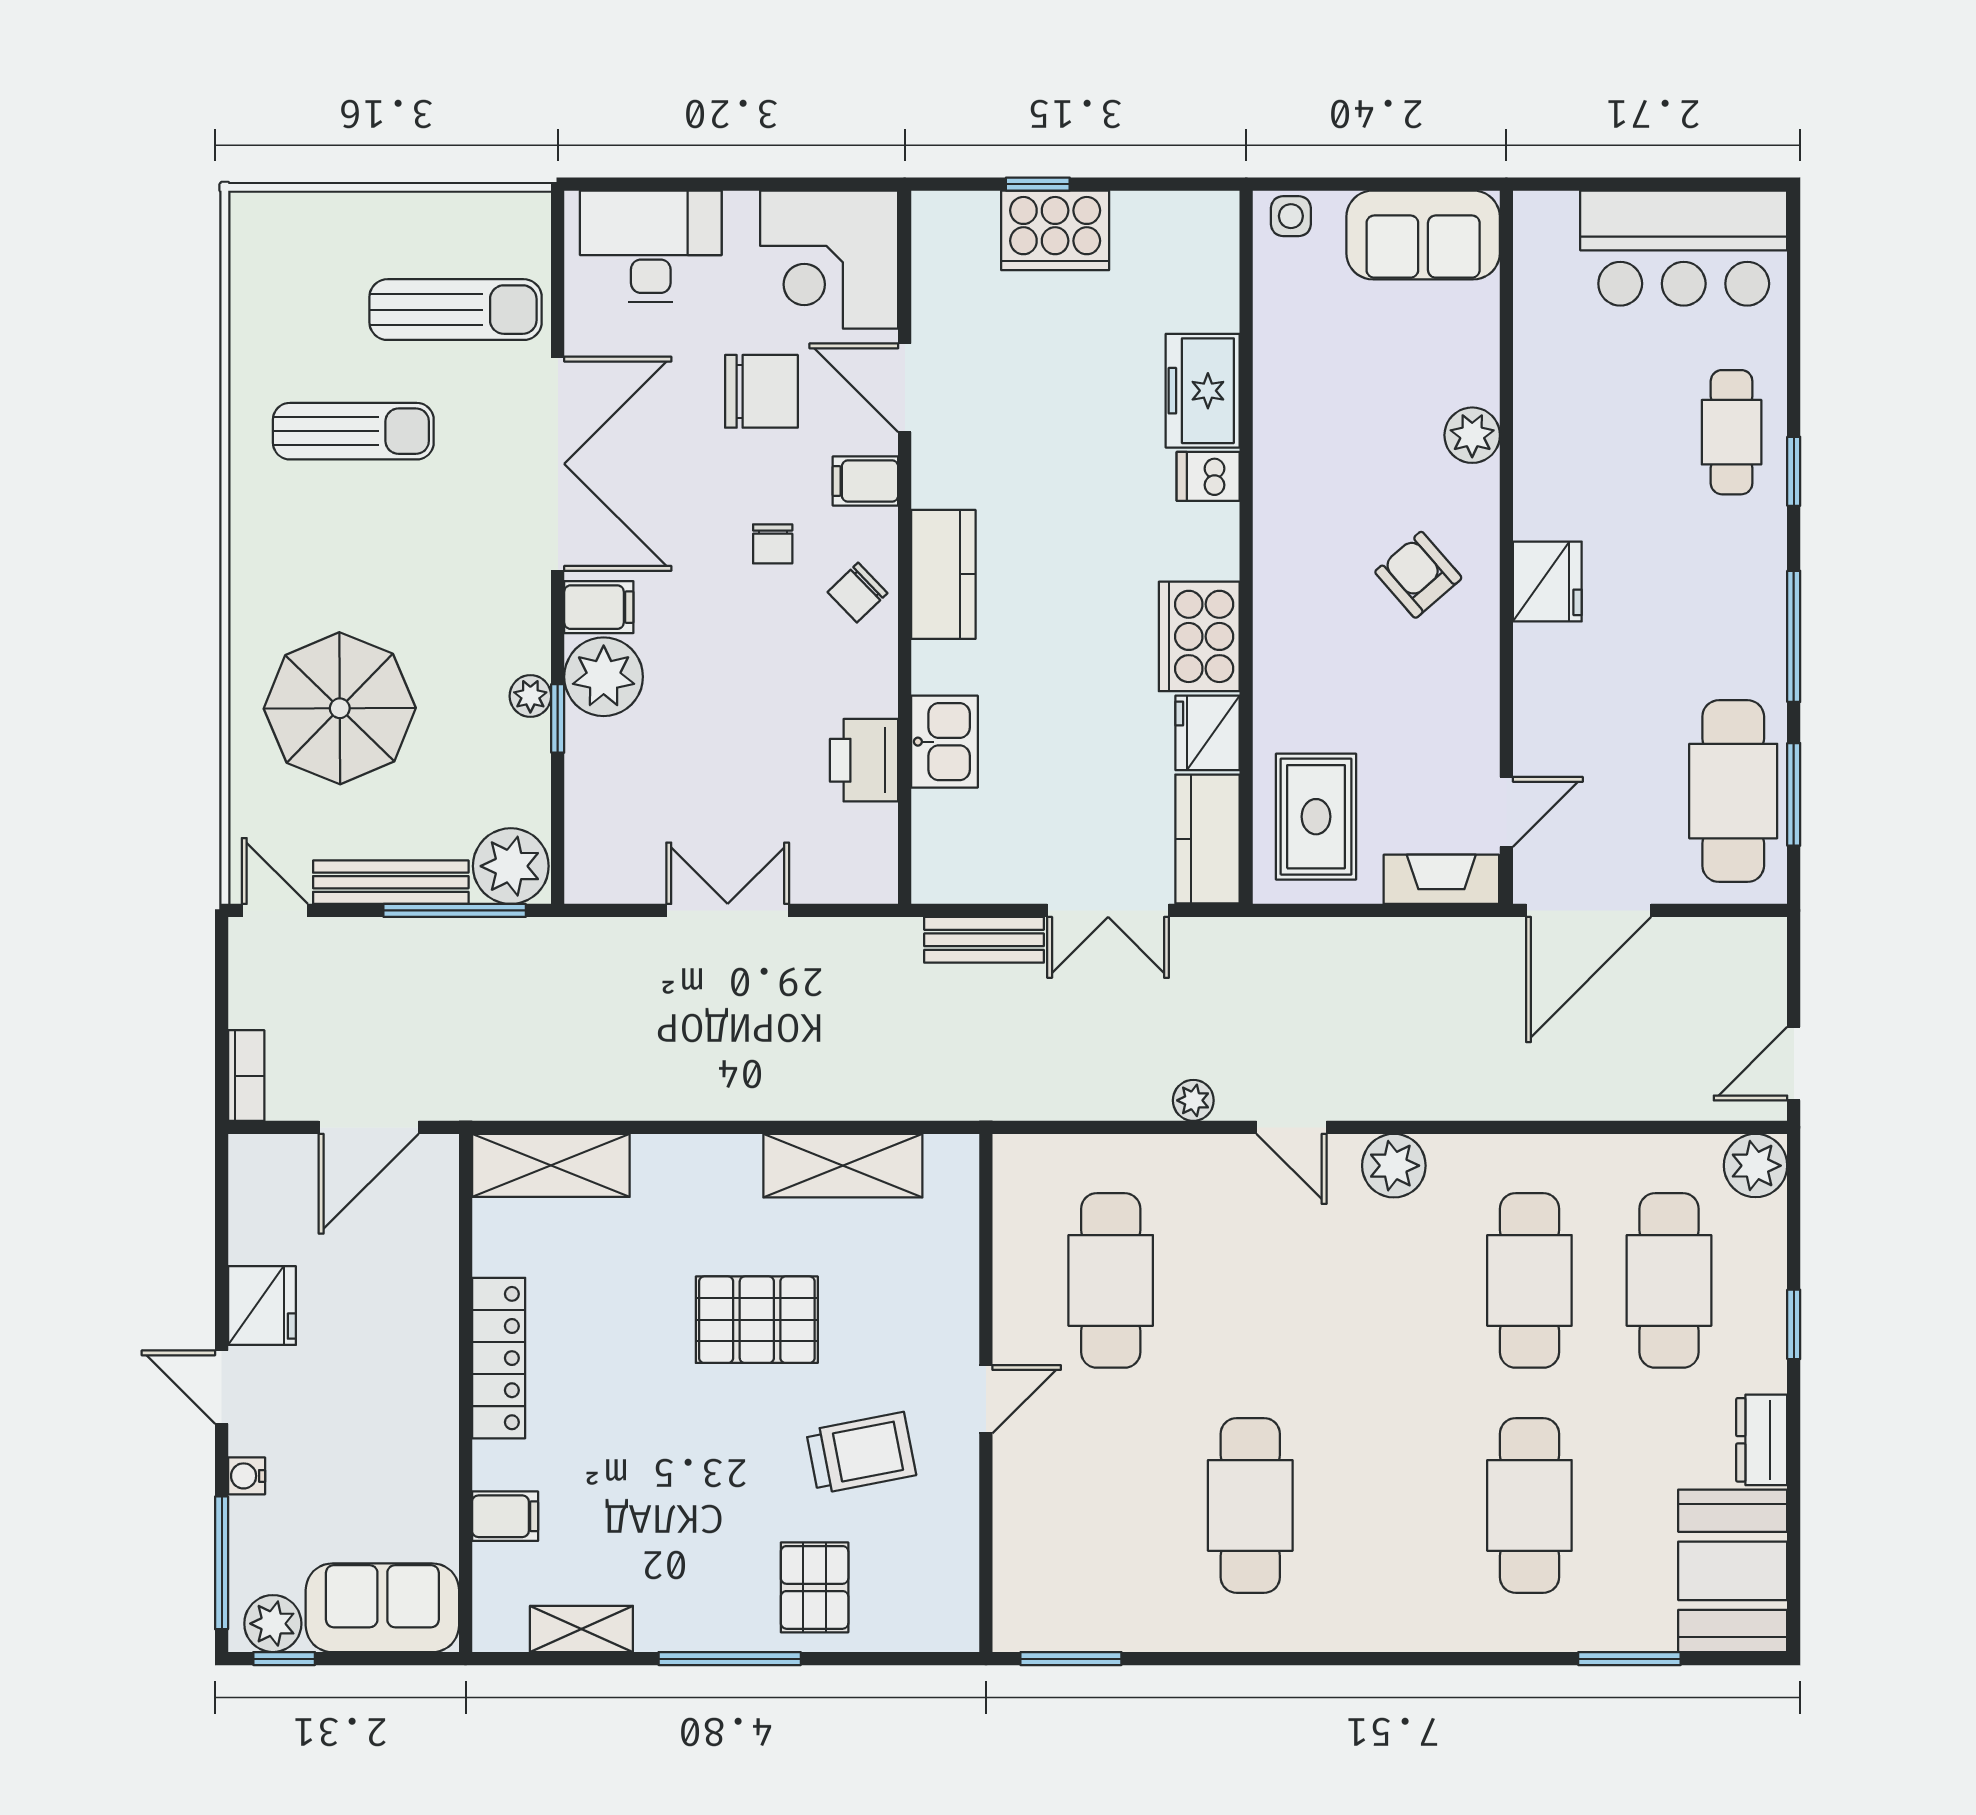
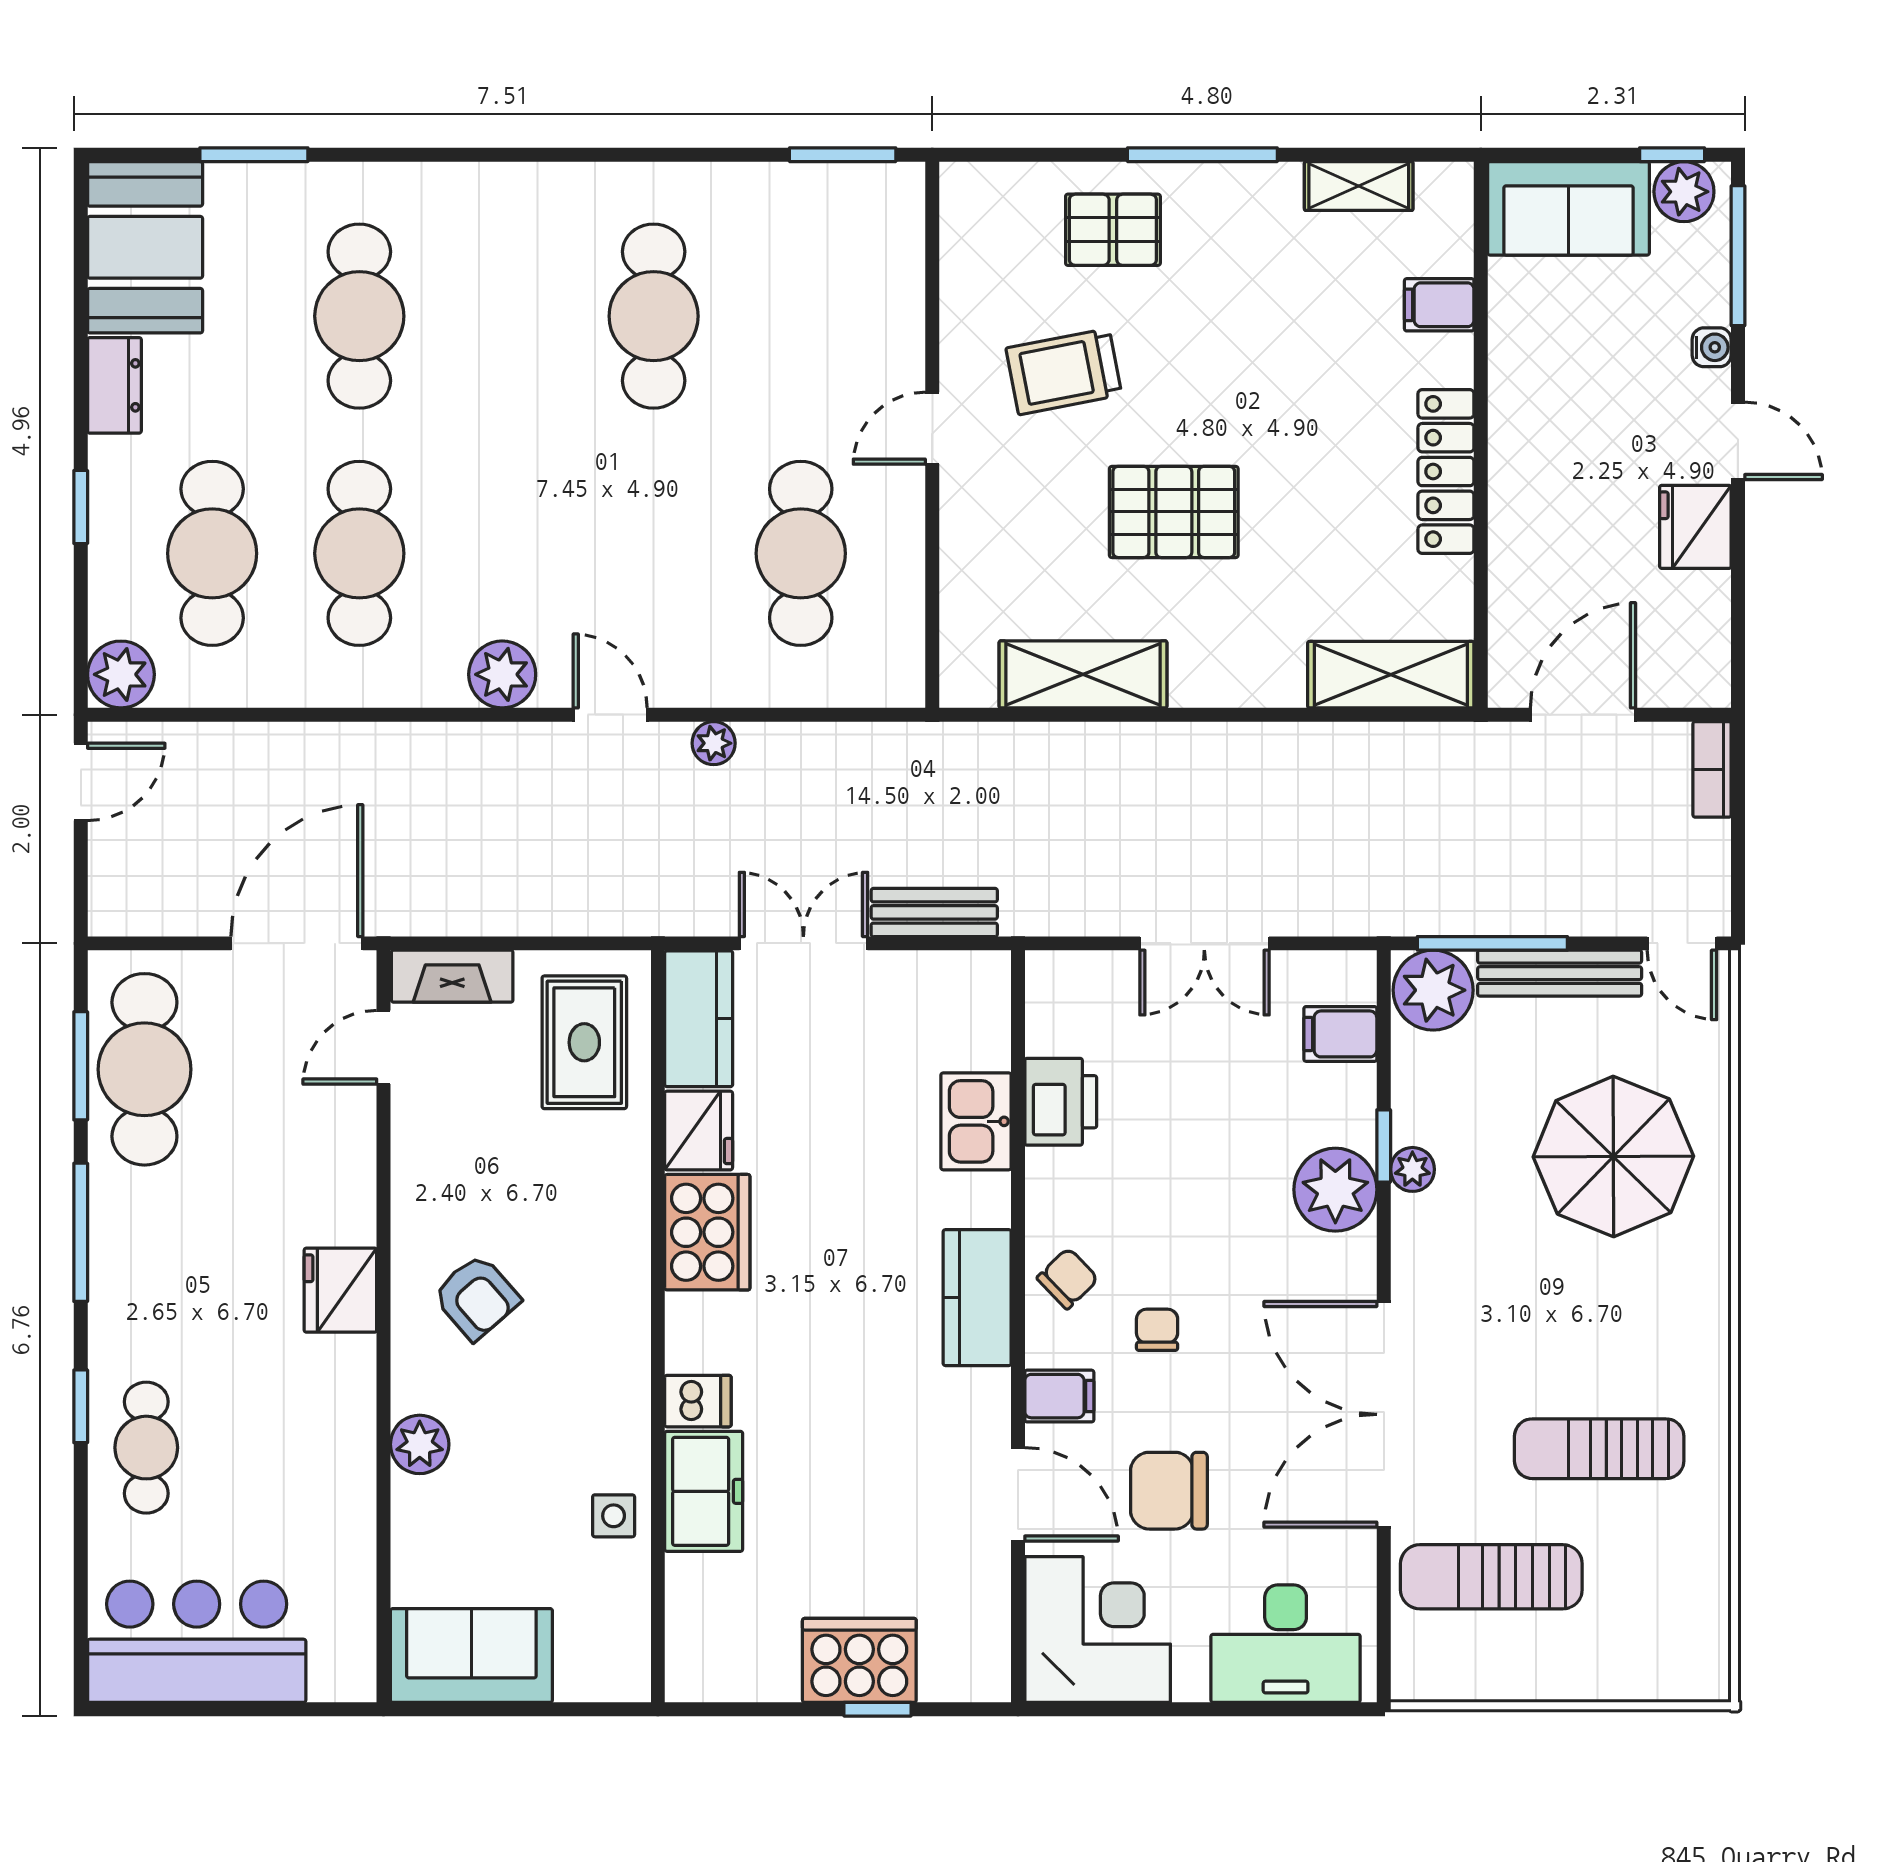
side table: (1291, 216) -> (614, 1516), moved
filing cabinet: (599, 607) -> (1340, 1034), moved
pallet: (815, 1587) -> (1113, 230), turned 90

